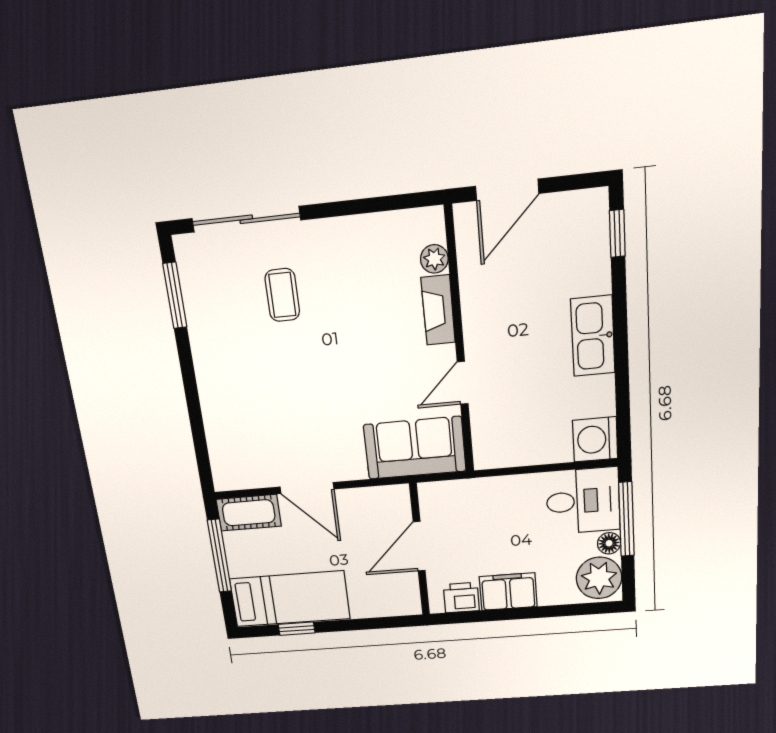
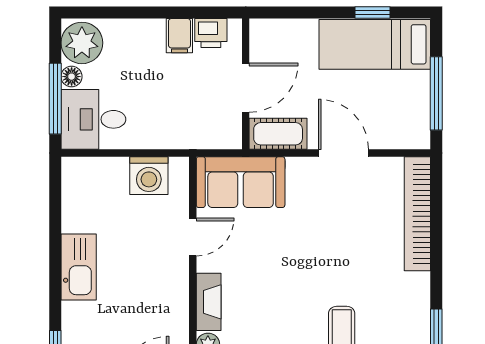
bookcase: (218, 431) -> (417, 214), added
washing machine: (595, 439) -> (149, 176), moved, turned 90
cot: (249, 513) -> (278, 134), moved
filing cabinet: (508, 592) -> (179, 36), width x0.50

